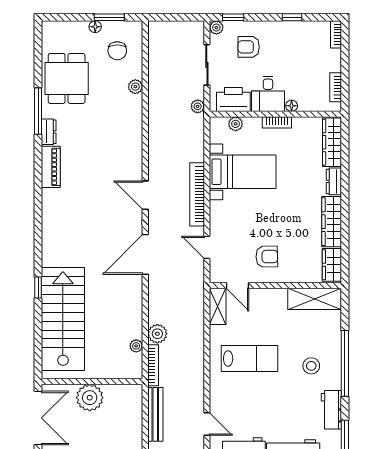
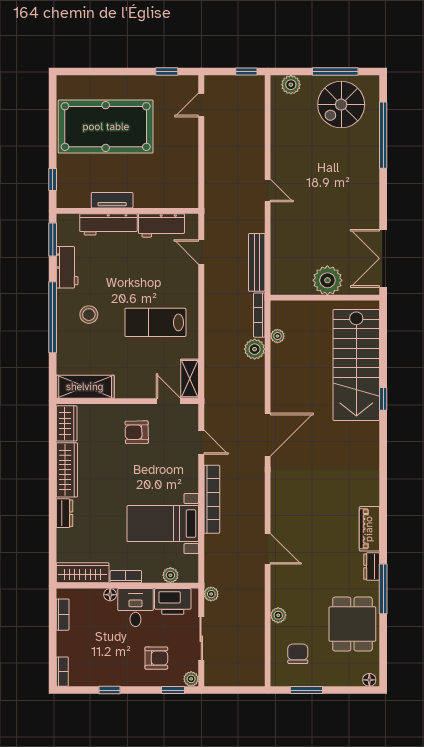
floor lamp: (95, 27) -> (369, 680), moved
wardrobe: (332, 142) -> (83, 573), moved, turned -90
door: (145, 195) -> (268, 549), moved

